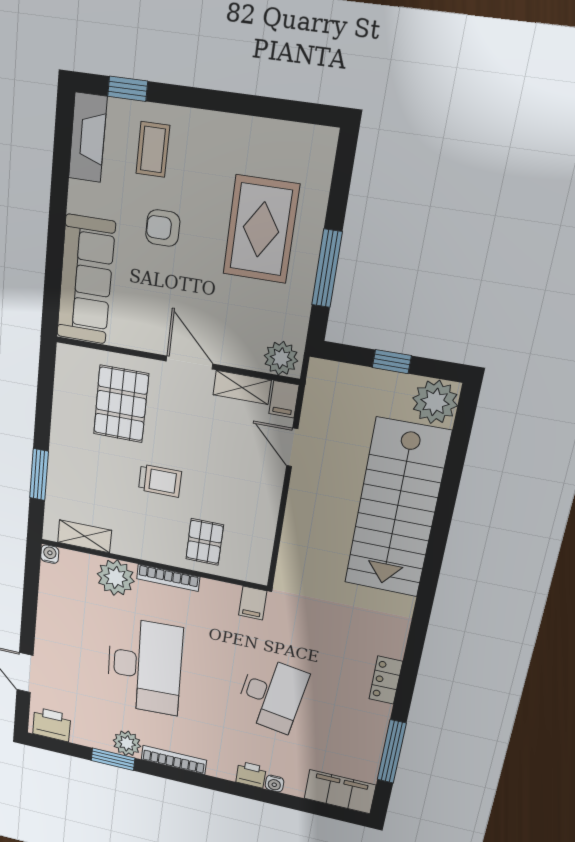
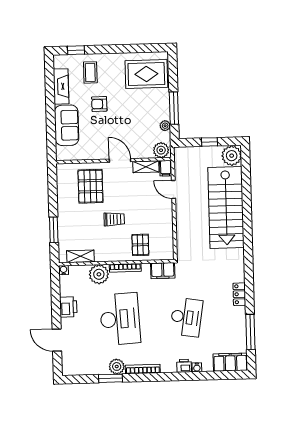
fireplace: (88, 138) -> (61, 86), moved
rug: (261, 229) -> (146, 74), moved, turned 90
sofa: (86, 280) -> (67, 125), width x0.73
plant: (300, 305) -> (165, 126), added
filing cabinet: (253, 603) -> (163, 271), width x2.00
printer: (52, 724) -> (68, 307), moved, turned 90

